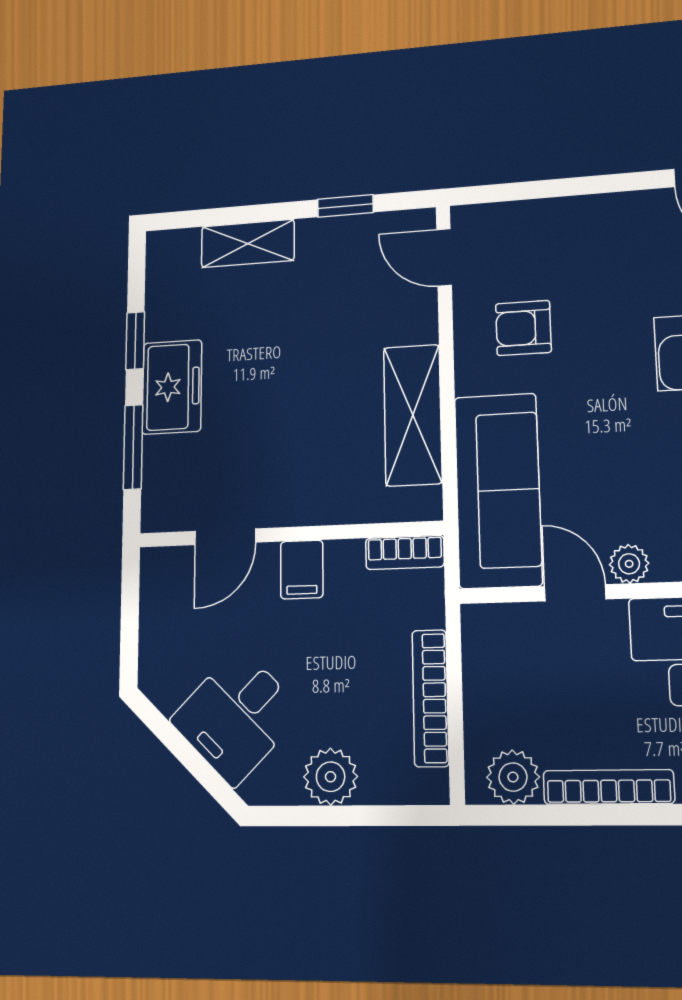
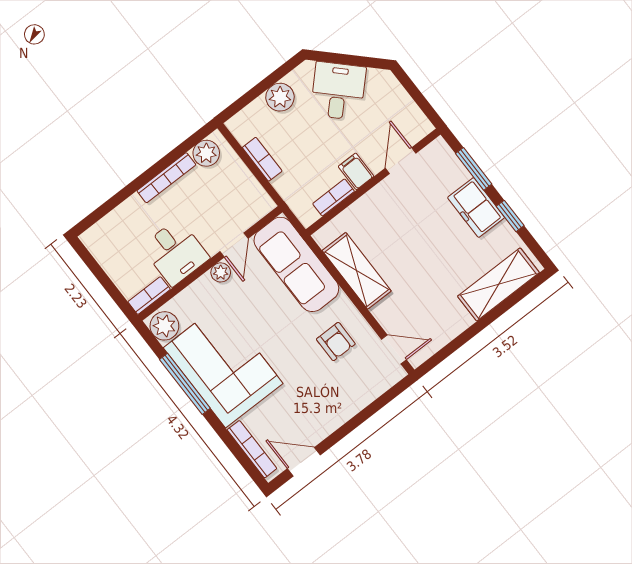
window: (345, 206) -> (457, 343), removed
shelving: (248, 243) -> (498, 284), width x1.50, depth x1.33
armchair: (523, 328) -> (336, 342), turned 90
bookcase: (405, 552) -> (334, 197), moved
door: (575, 593) -> (234, 245), hinge flipped
bookcase: (430, 698) -> (262, 159), width x0.64

